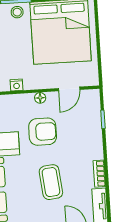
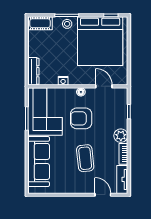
door: (69, 89) -> (104, 86), swing flipped
armchair: (43, 132) -> (81, 118), turned 180
plant: (95, 151) -> (121, 136), added

